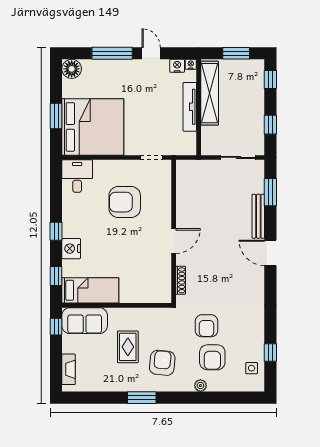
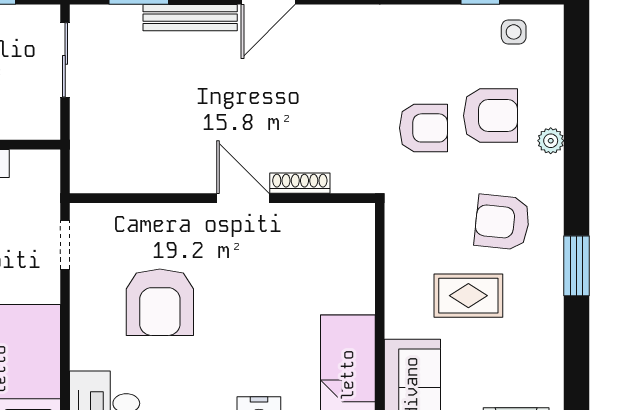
shoe rack: (181, 280) -> (300, 183), moved

